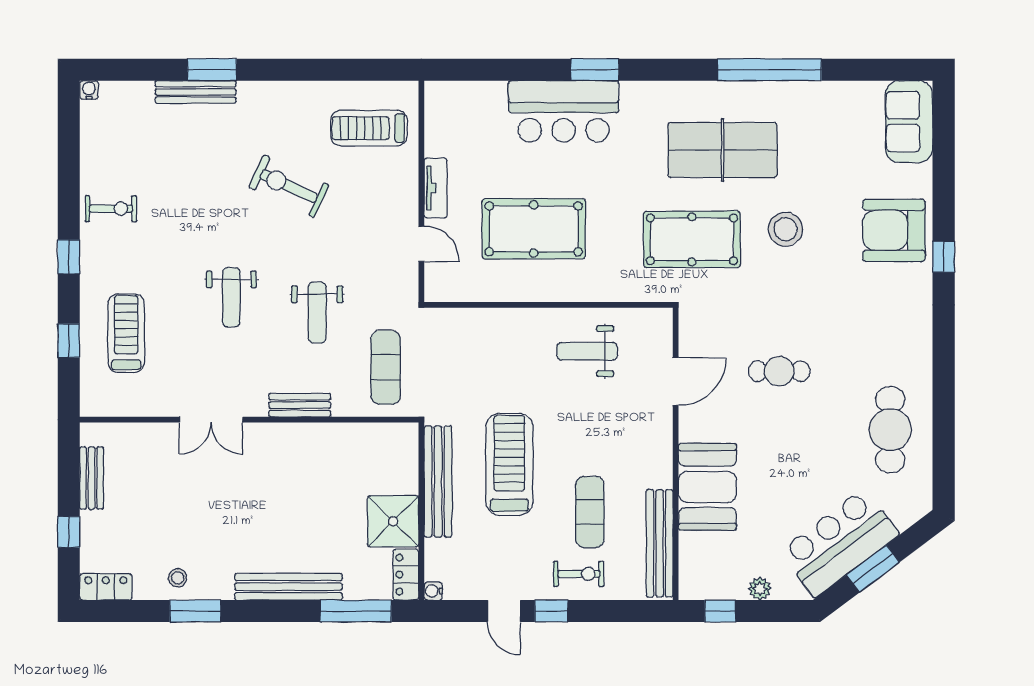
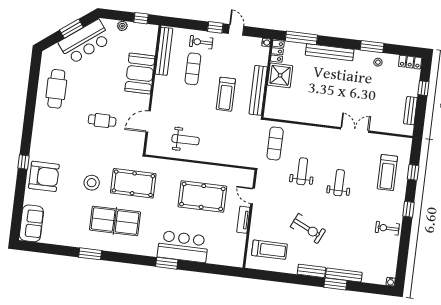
window: (769, 70) -> (90, 254), width x0.47
bench: (300, 405) -> (311, 271), moved
treadmill: (509, 464) -> (226, 94), width x0.73, depth x0.73

